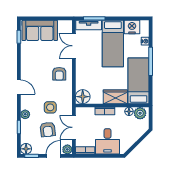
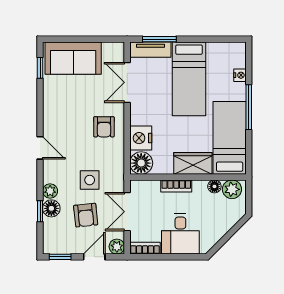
nightstand: (132, 27) -> (141, 138), moved, turned -90
floor lamp: (26, 149) -> (51, 208), moved

